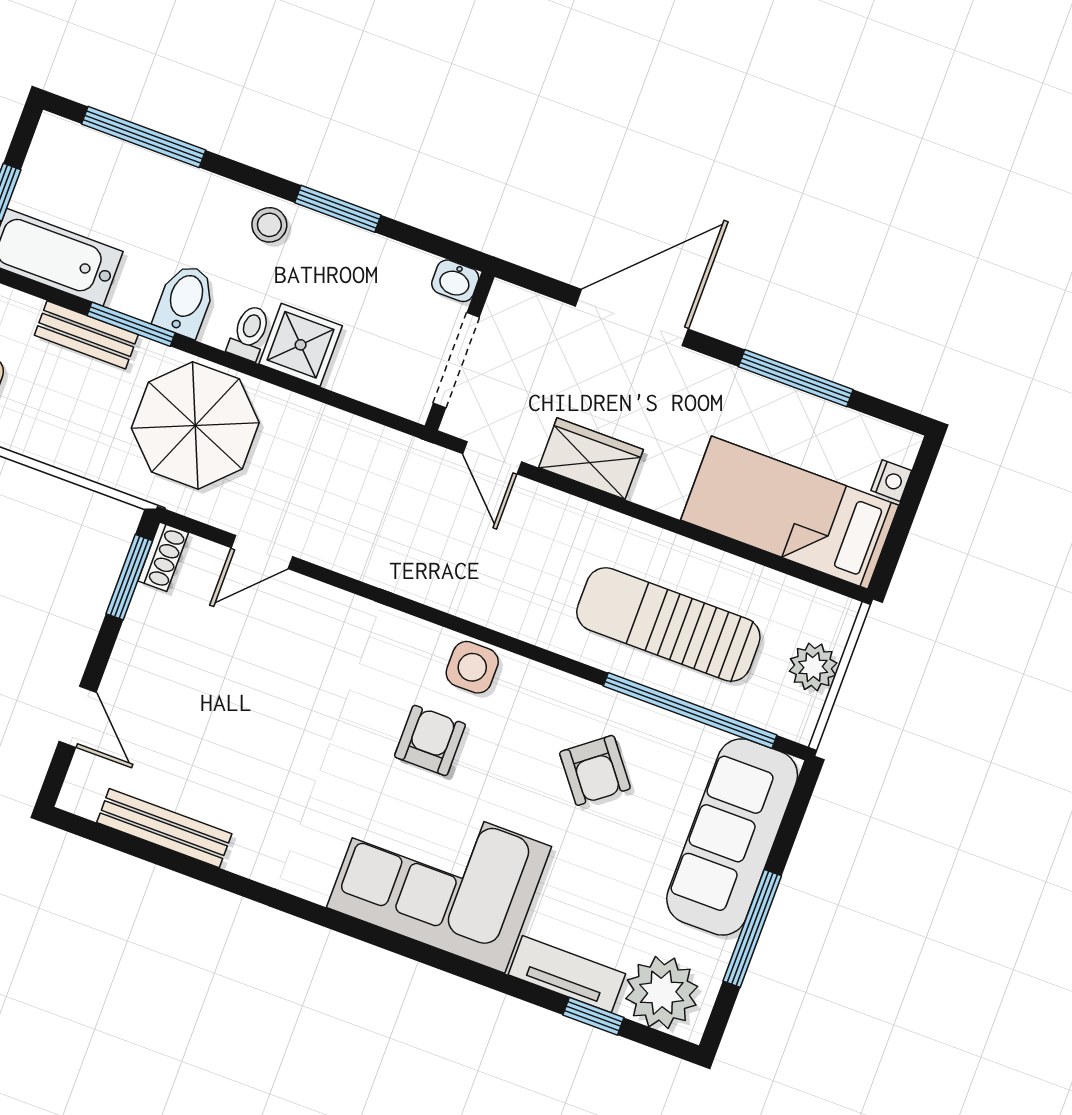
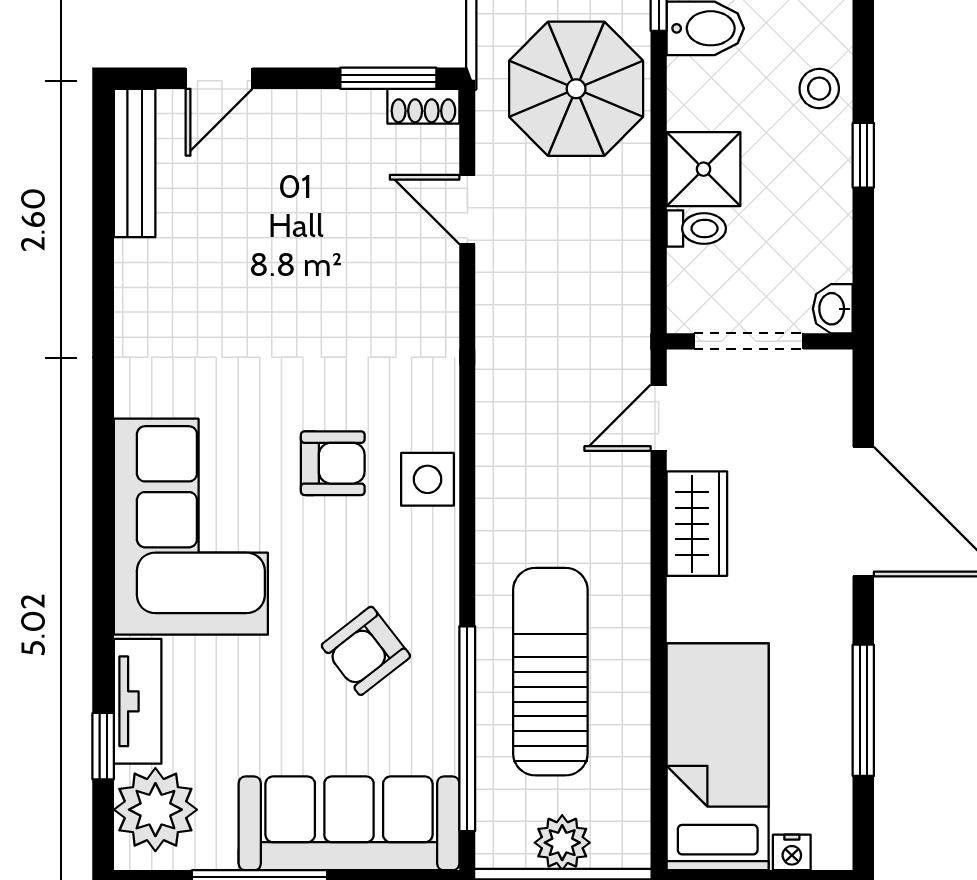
window: (338, 209) -> (863, 155), width x0.67
toilet: (249, 333) -> (696, 229), moved
bench: (164, 828) -> (135, 163), moved

